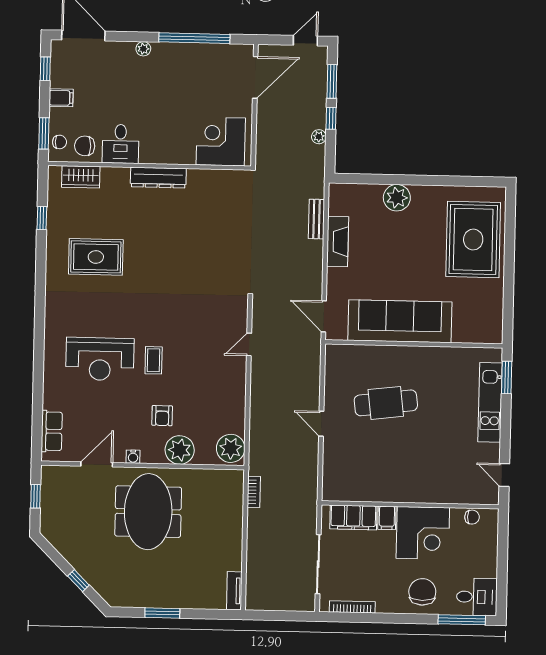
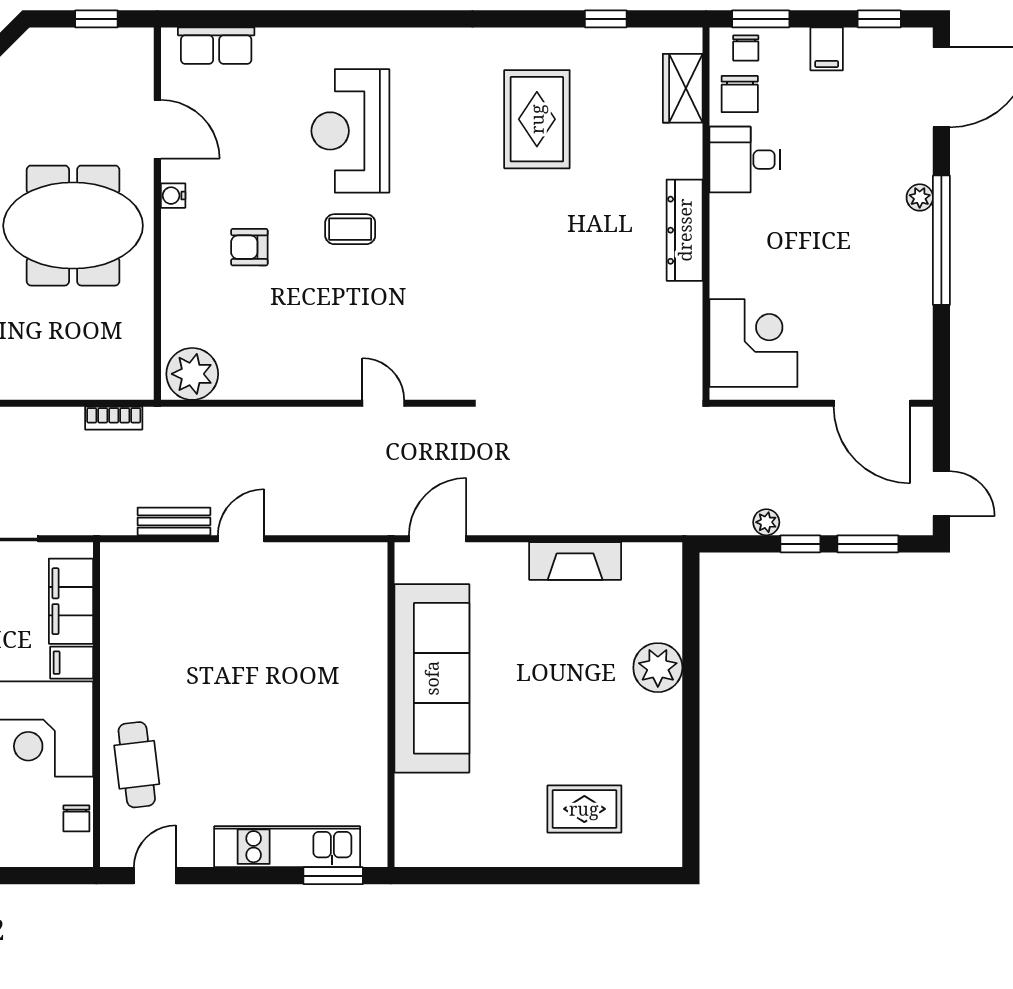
window: (194, 38) -> (941, 240), moved
chair: (85, 146) -> (740, 94), turned 180
bench: (317, 219) -> (174, 521), moved
rug: (473, 240) -> (584, 809), width x0.54, depth x0.49
cafe table: (386, 403) -> (137, 765), moved, width x0.73, depth x0.74
plant: (180, 450) -> (187, 281), removed

